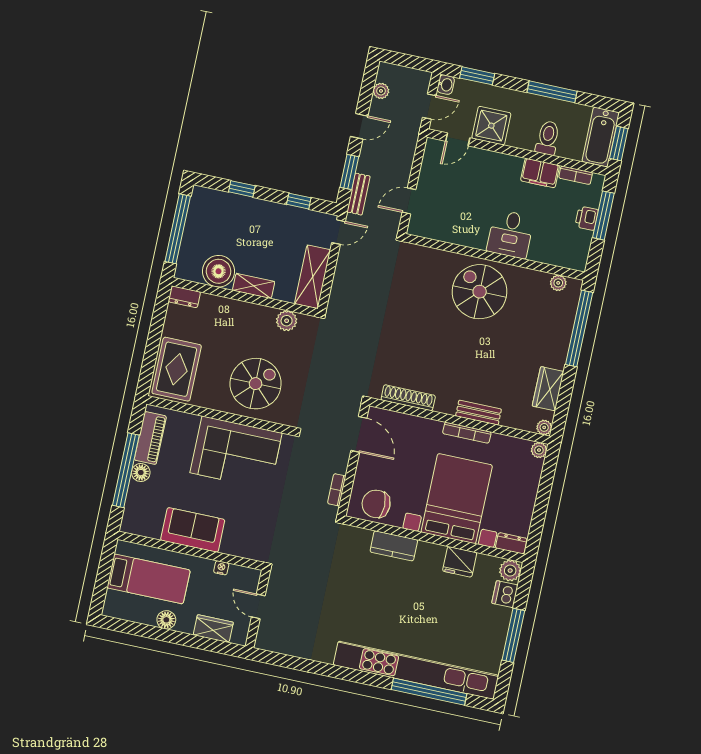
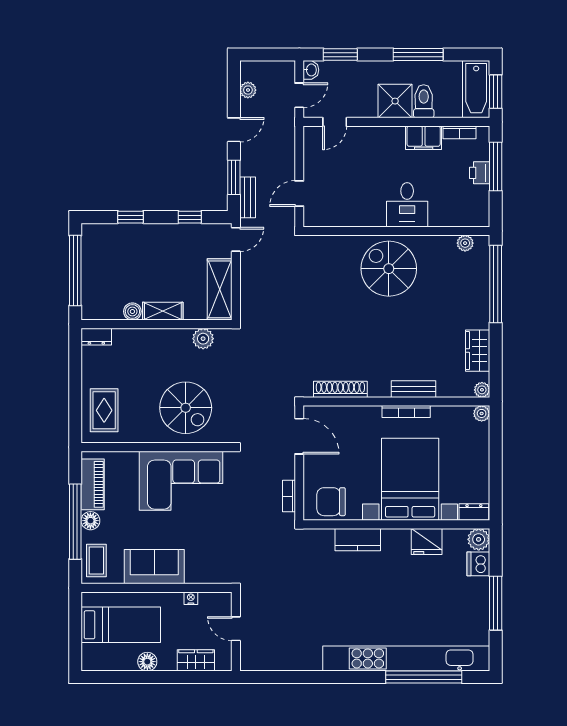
shower: (491, 126) -> (395, 101), moved
boiler: (219, 271) -> (132, 311), width x0.54, depth x0.54
rug: (177, 369) -> (104, 410), width x0.73, depth x0.70
spiral stairs: (256, 384) -> (186, 408), turned 90
coffee table: (138, 512) -> (96, 561), added

